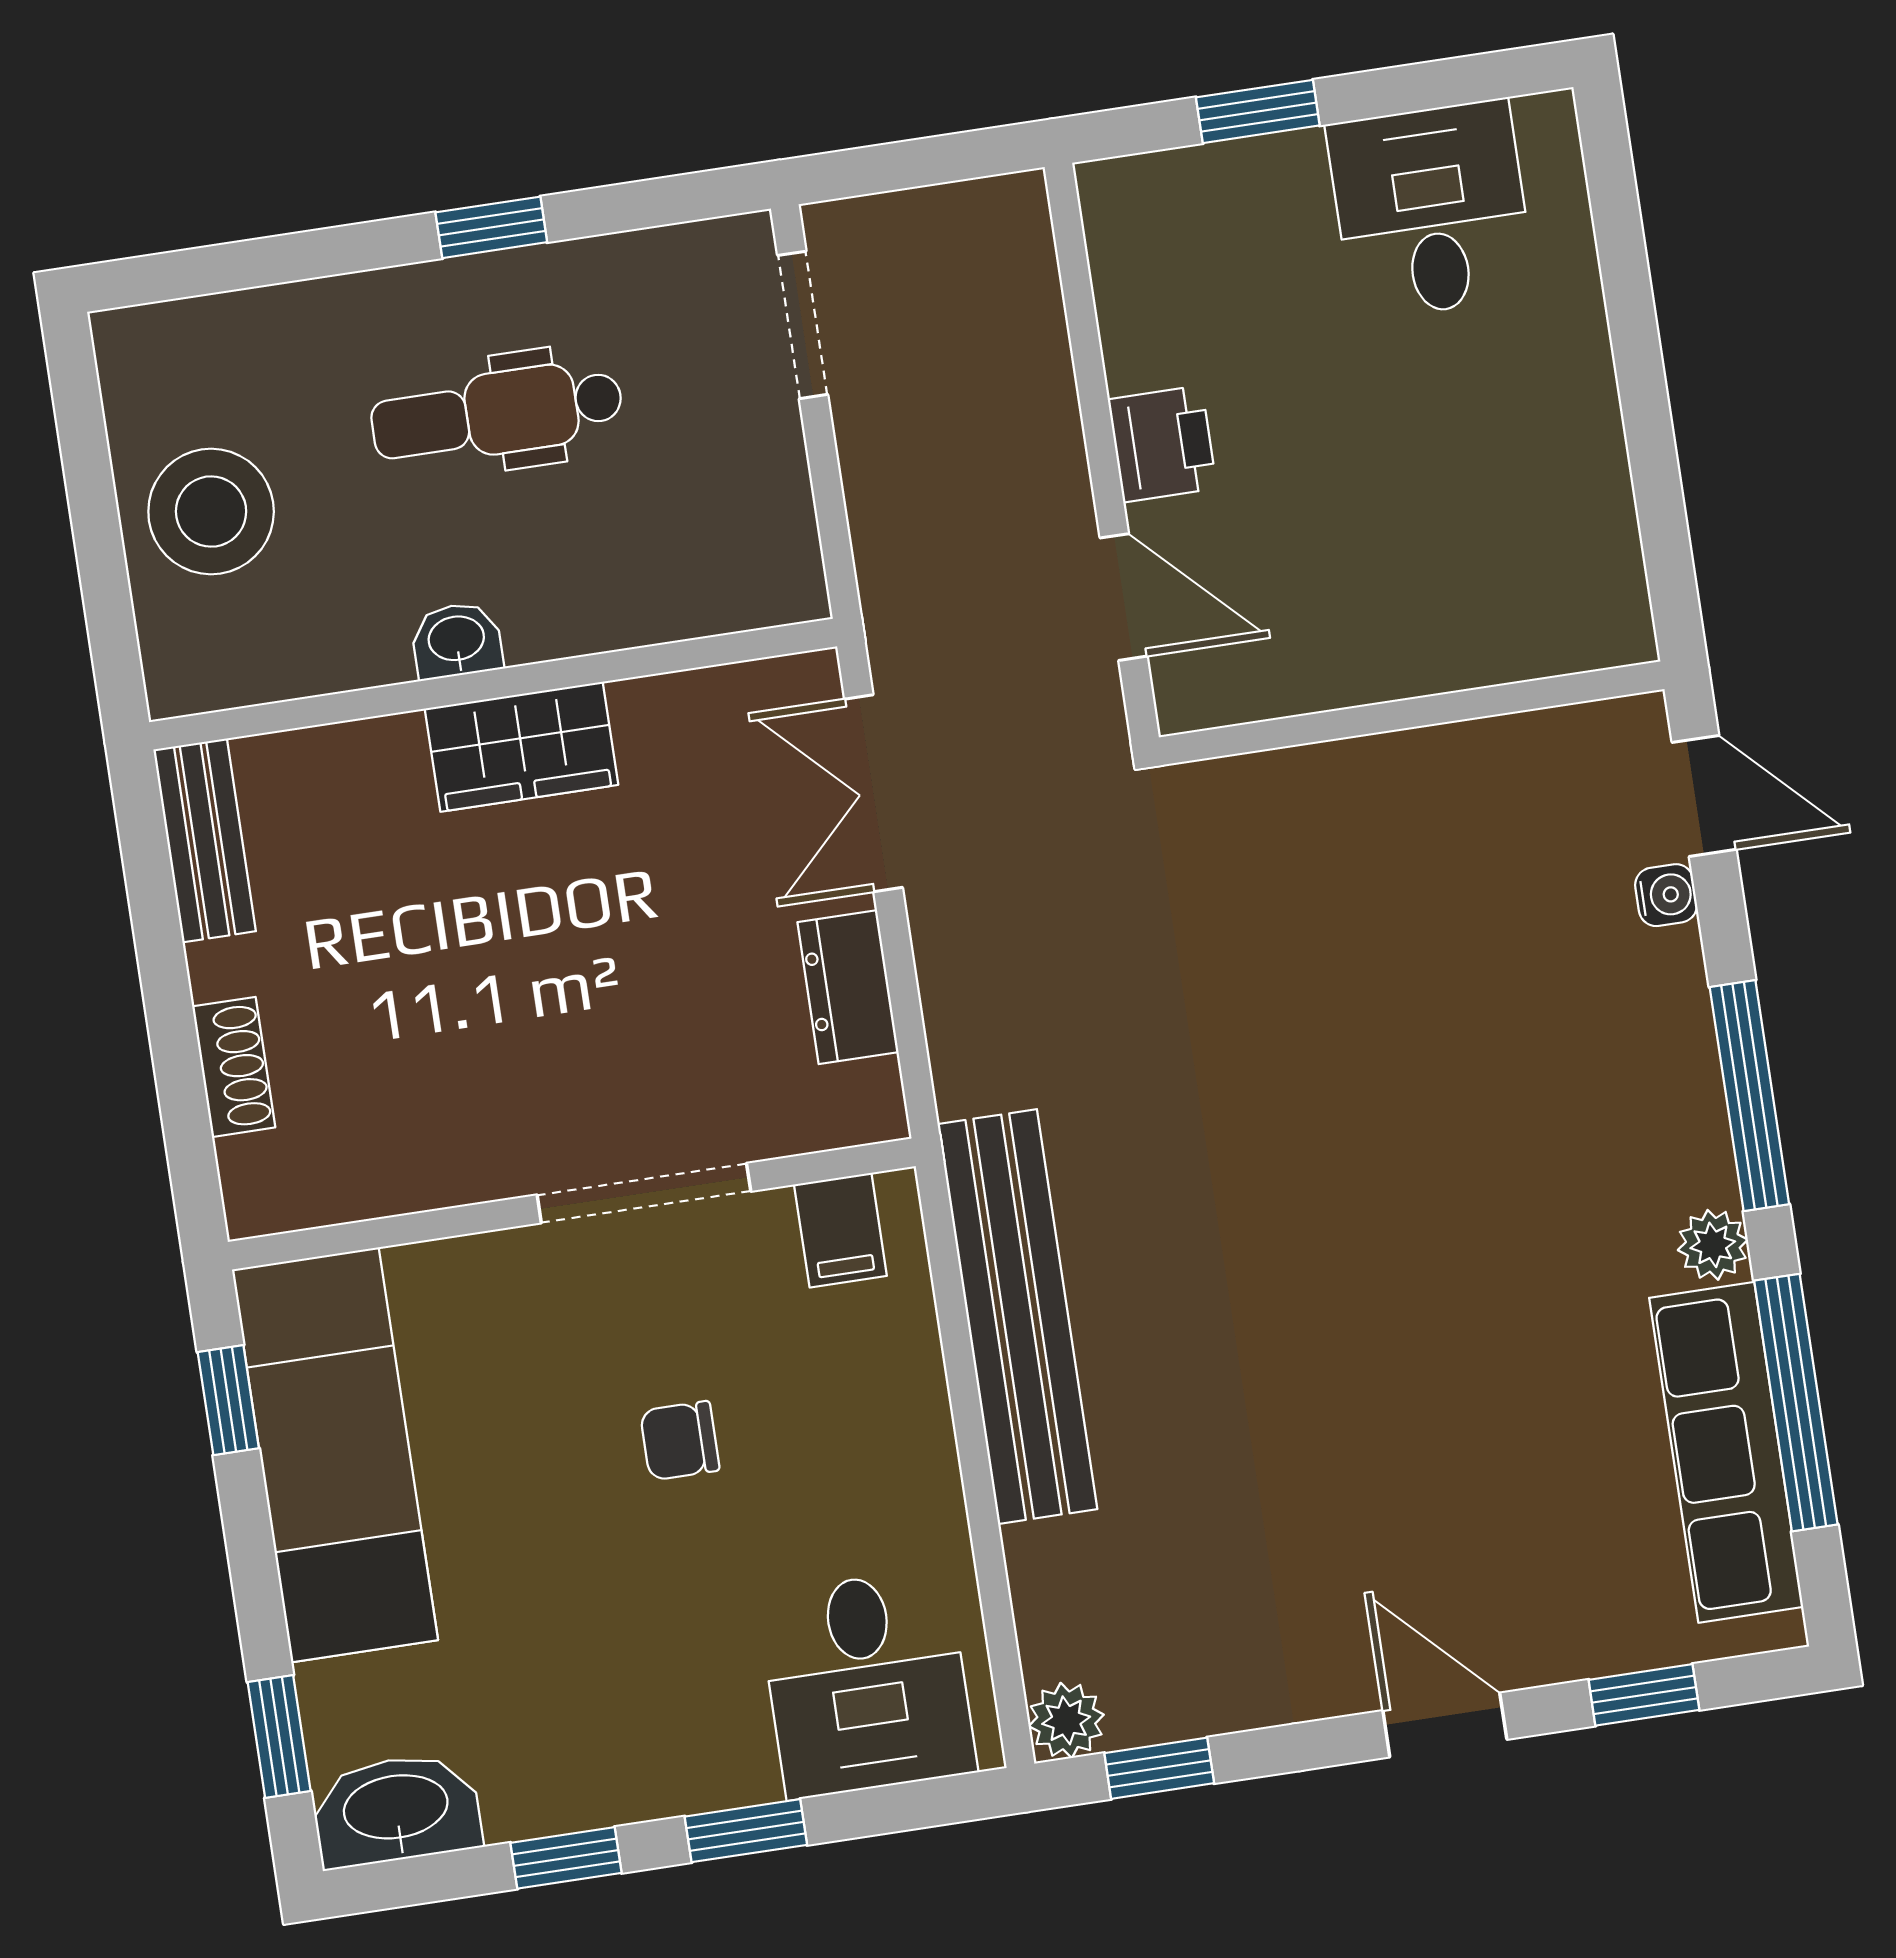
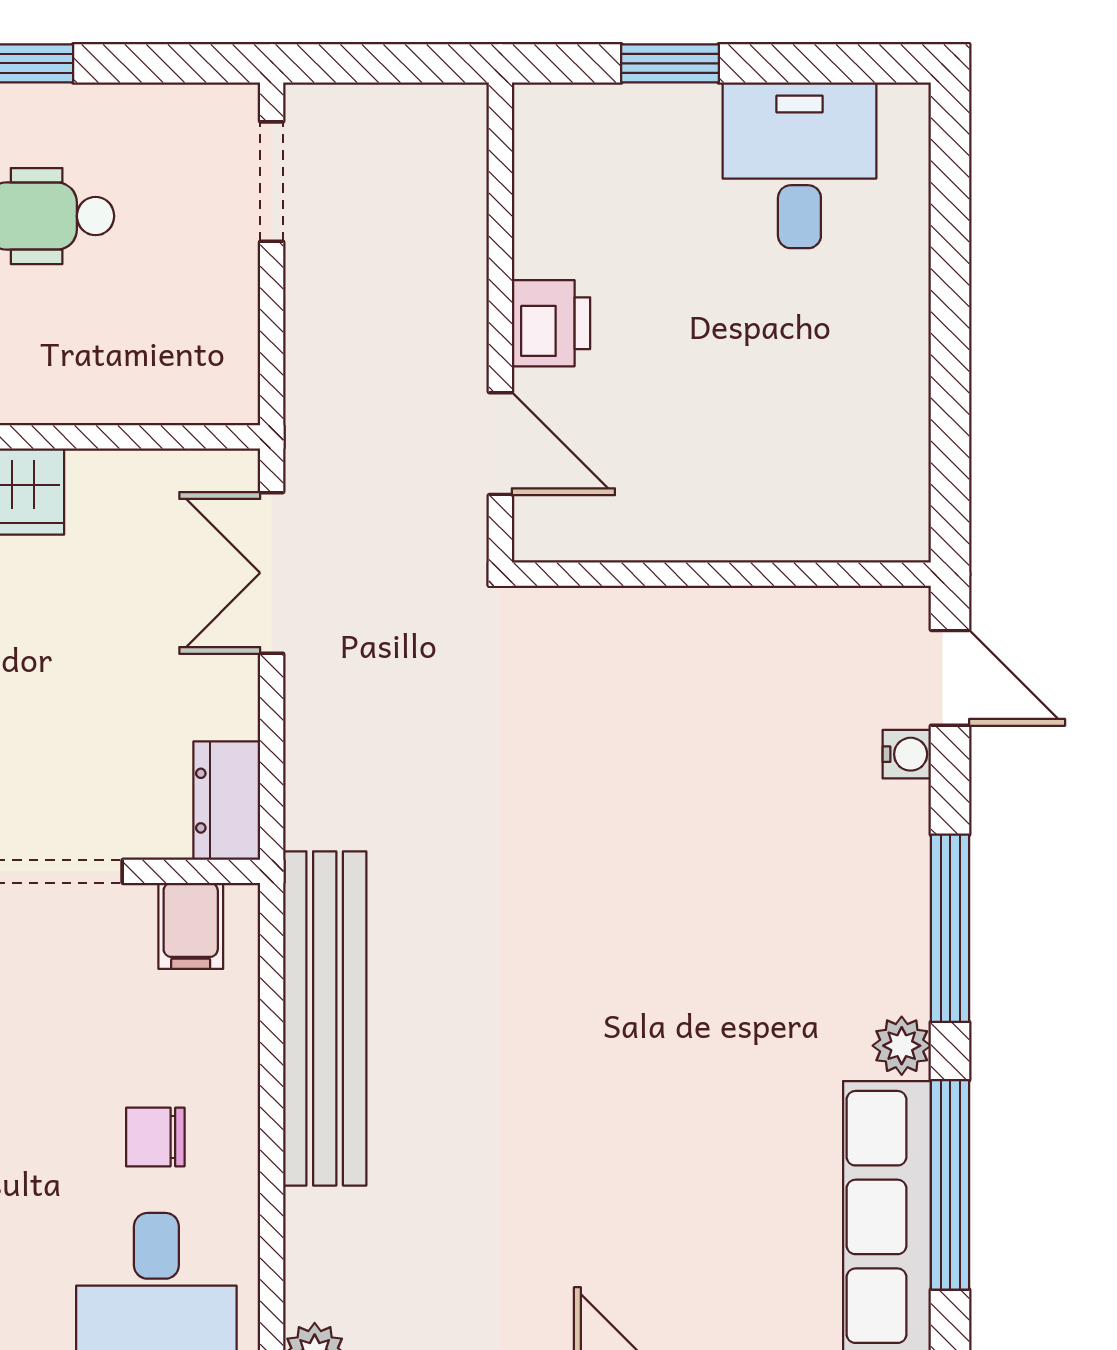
dresser: (848, 987) -> (227, 801), moved
chair: (680, 1441) -> (155, 1137), moved

